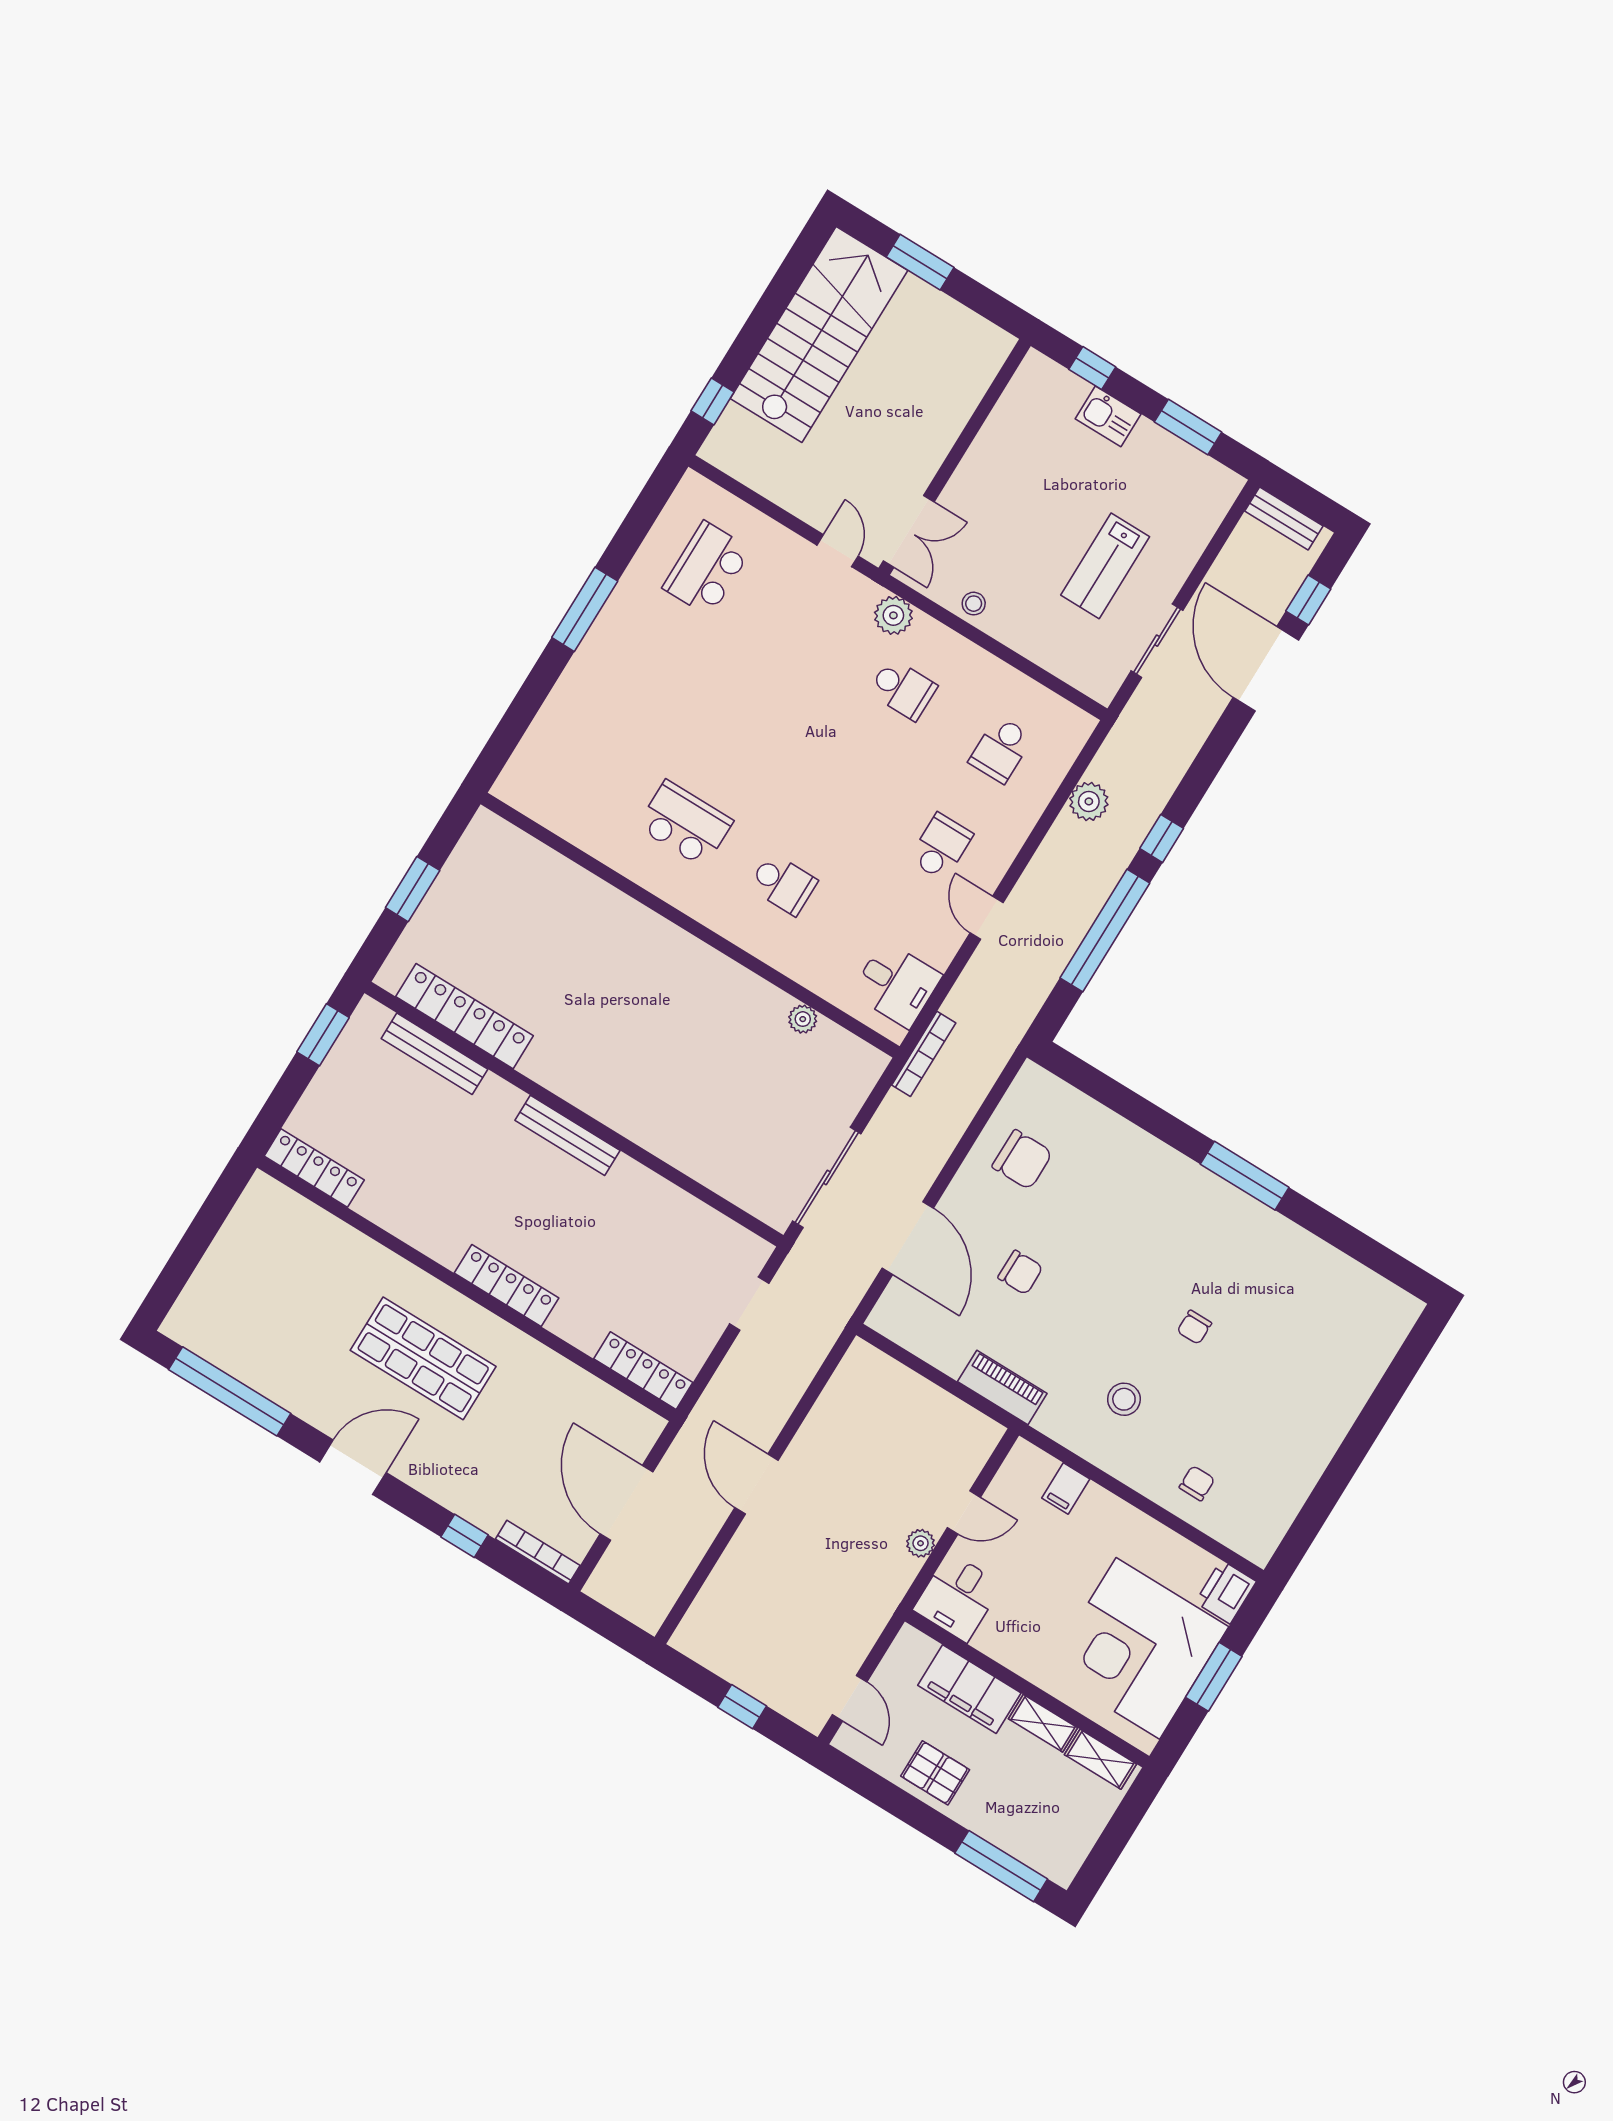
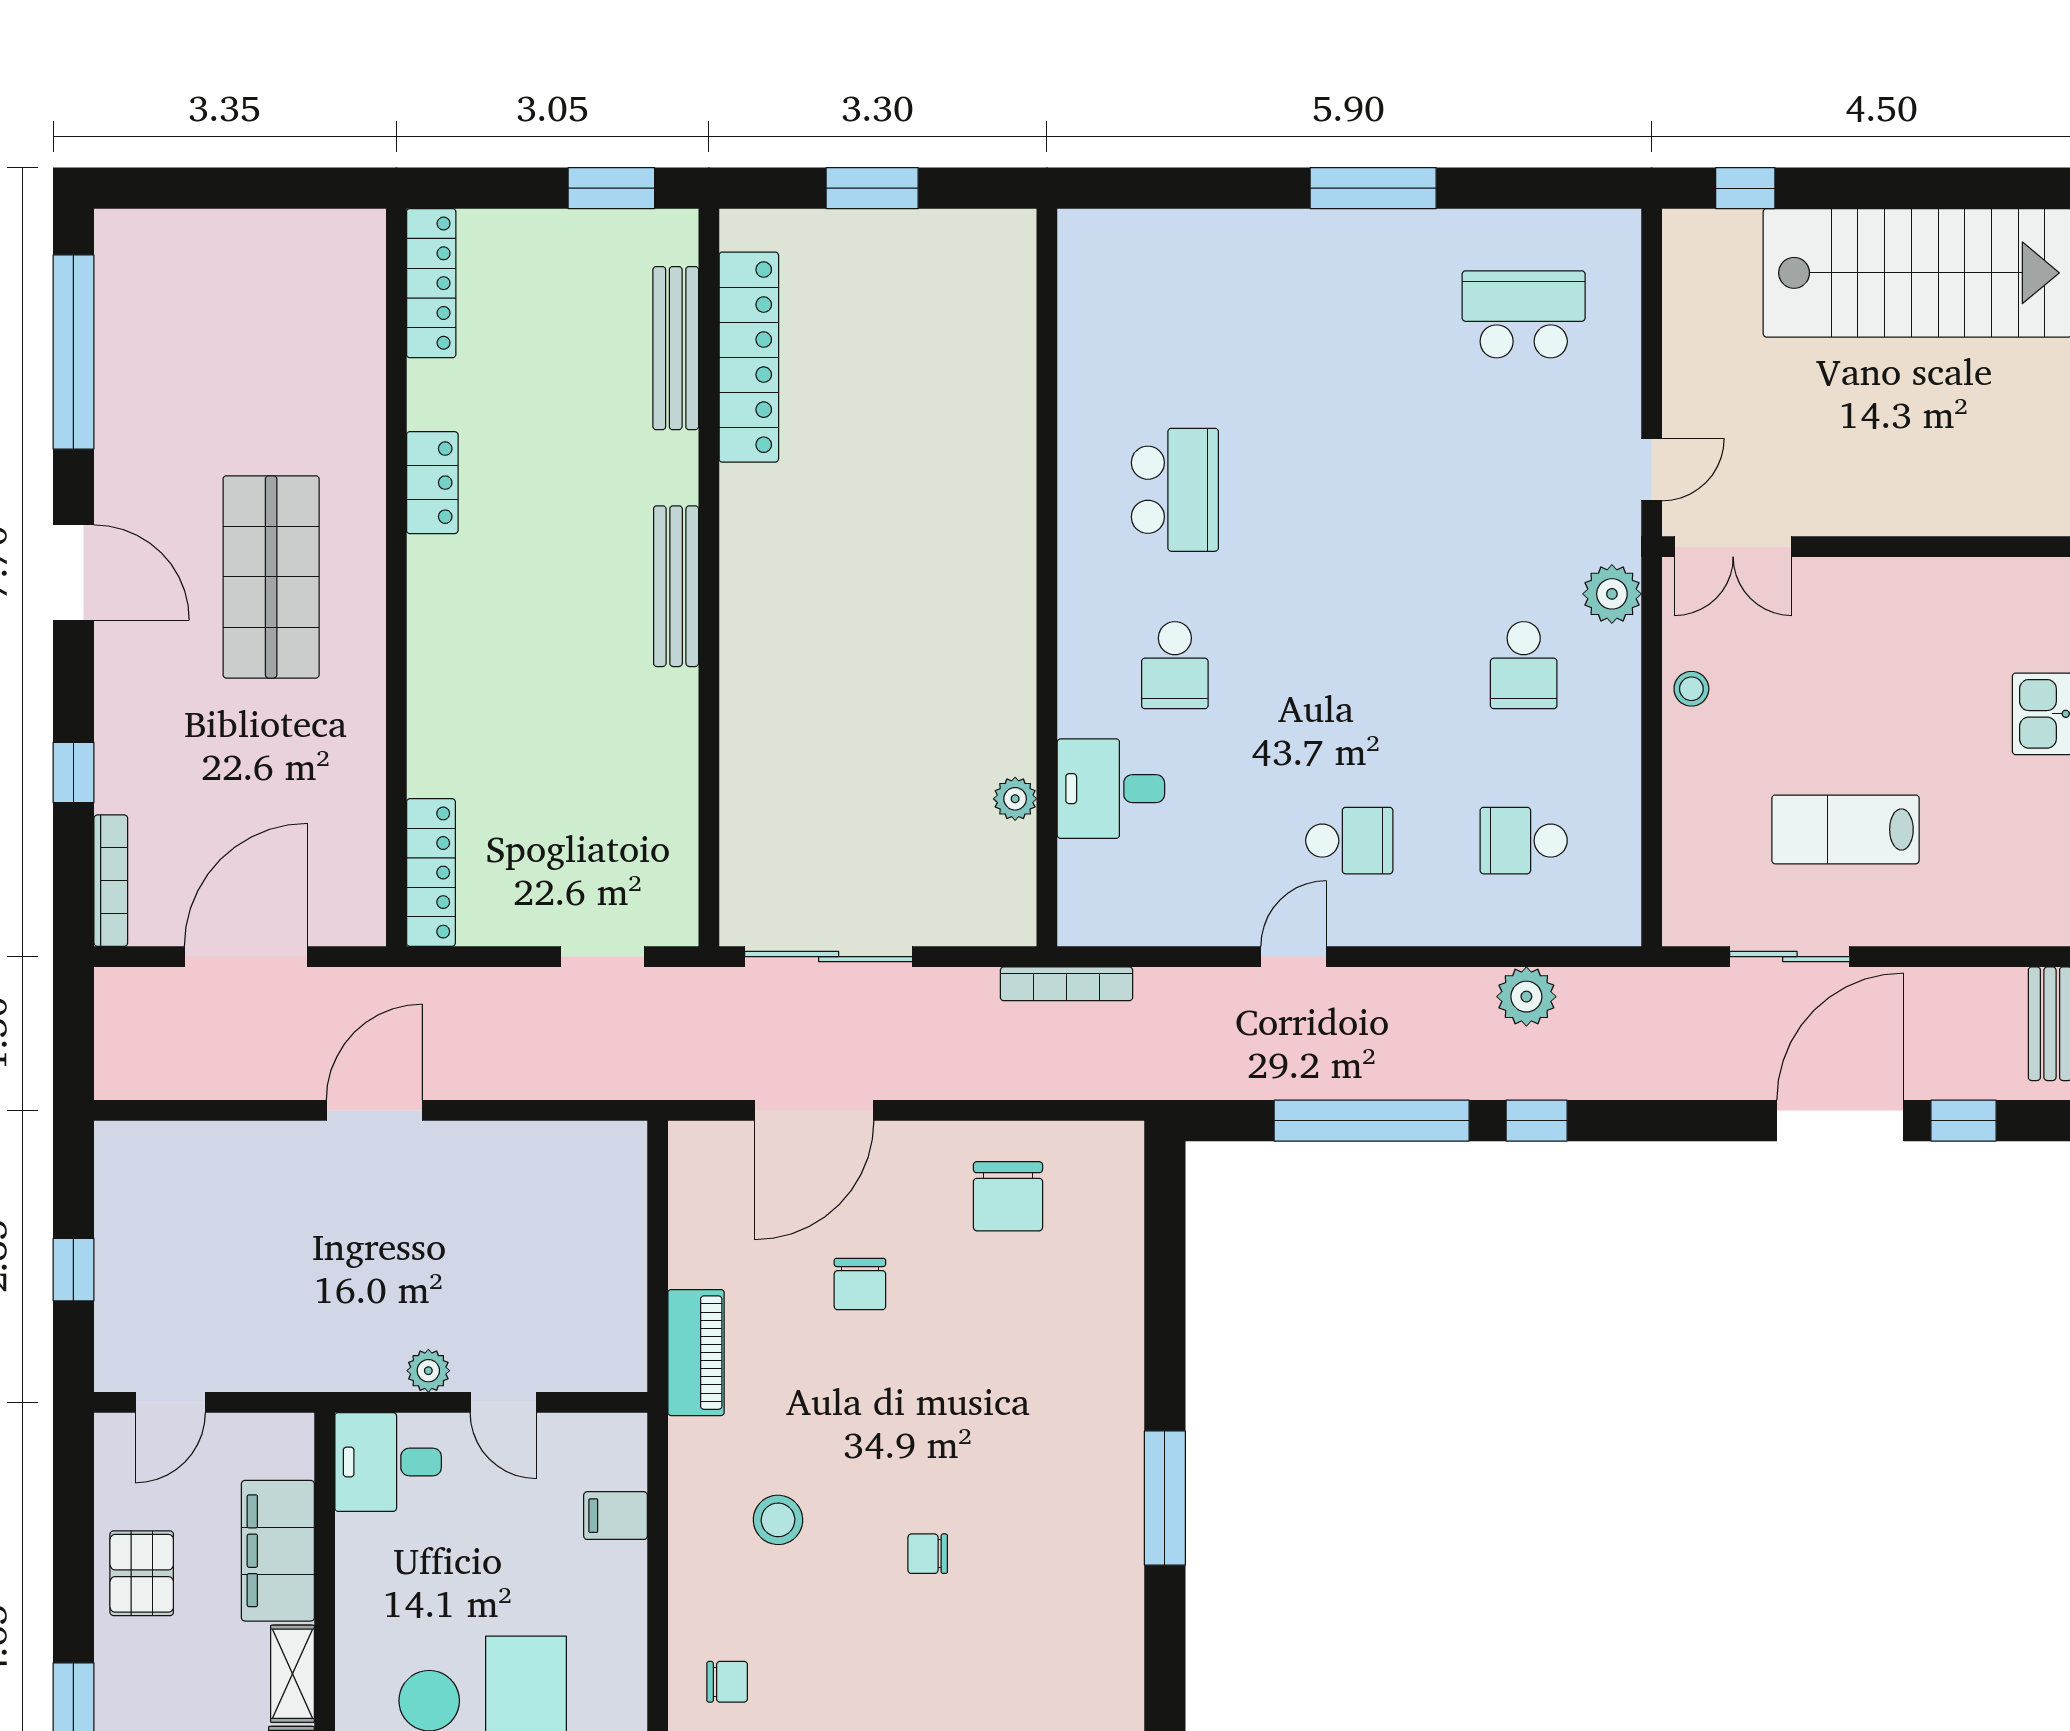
desk: (896, 984) -> (1111, 789), moved, turned 90
locker: (507, 1286) -> (432, 483), moved, width x0.66

